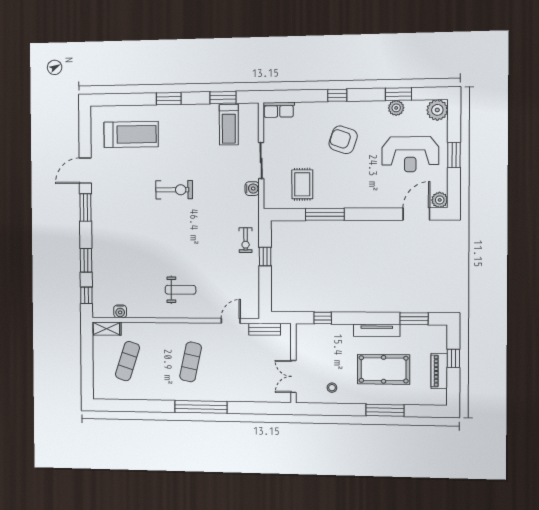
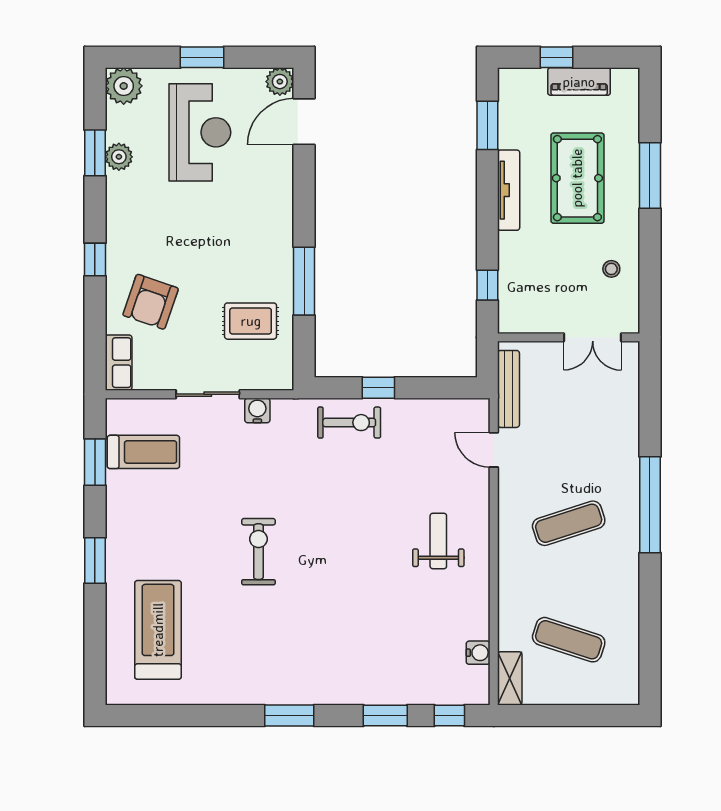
armchair: (343, 140) -> (151, 302), moved
door: (85, 171) -> (222, 716), removed
door: (416, 214) -> (304, 122), hinge flipped
exercise bike: (246, 240) -> (349, 423), width x1.38, depth x1.39
bench: (265, 329) -> (508, 389), width x1.36
exercise mat: (191, 362) -> (569, 523), turned -30

